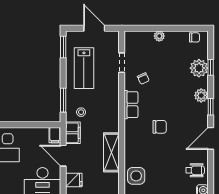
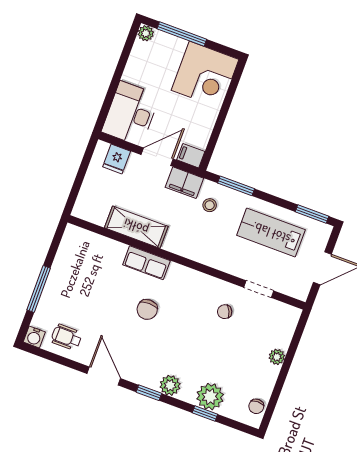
row of seats: (131, 105) -> (146, 263), moved
wheelchair: (195, 170) -> (67, 337), turned 90
side table: (136, 176) -> (90, 250), removed

